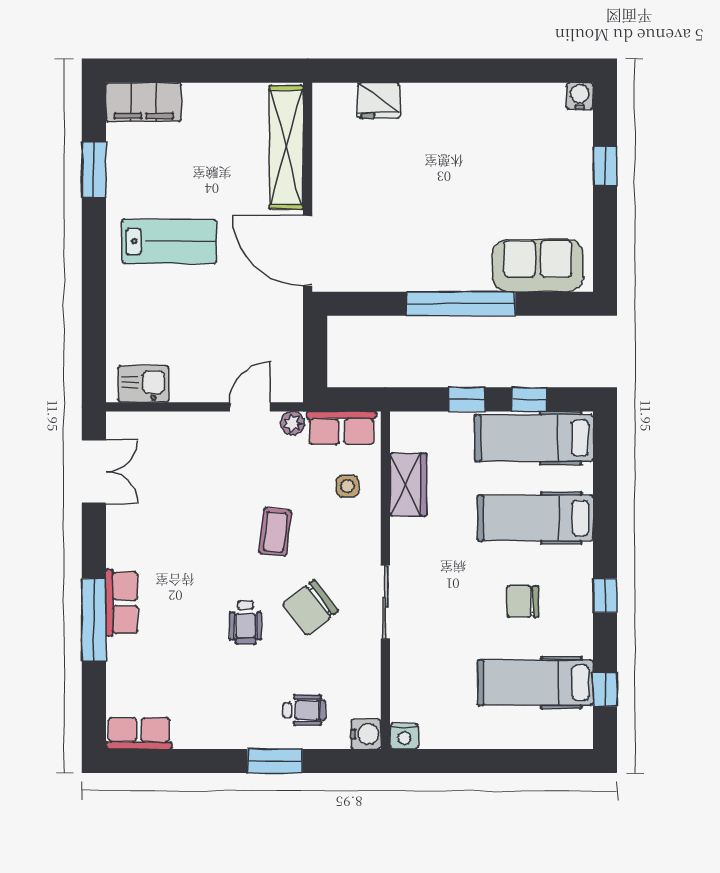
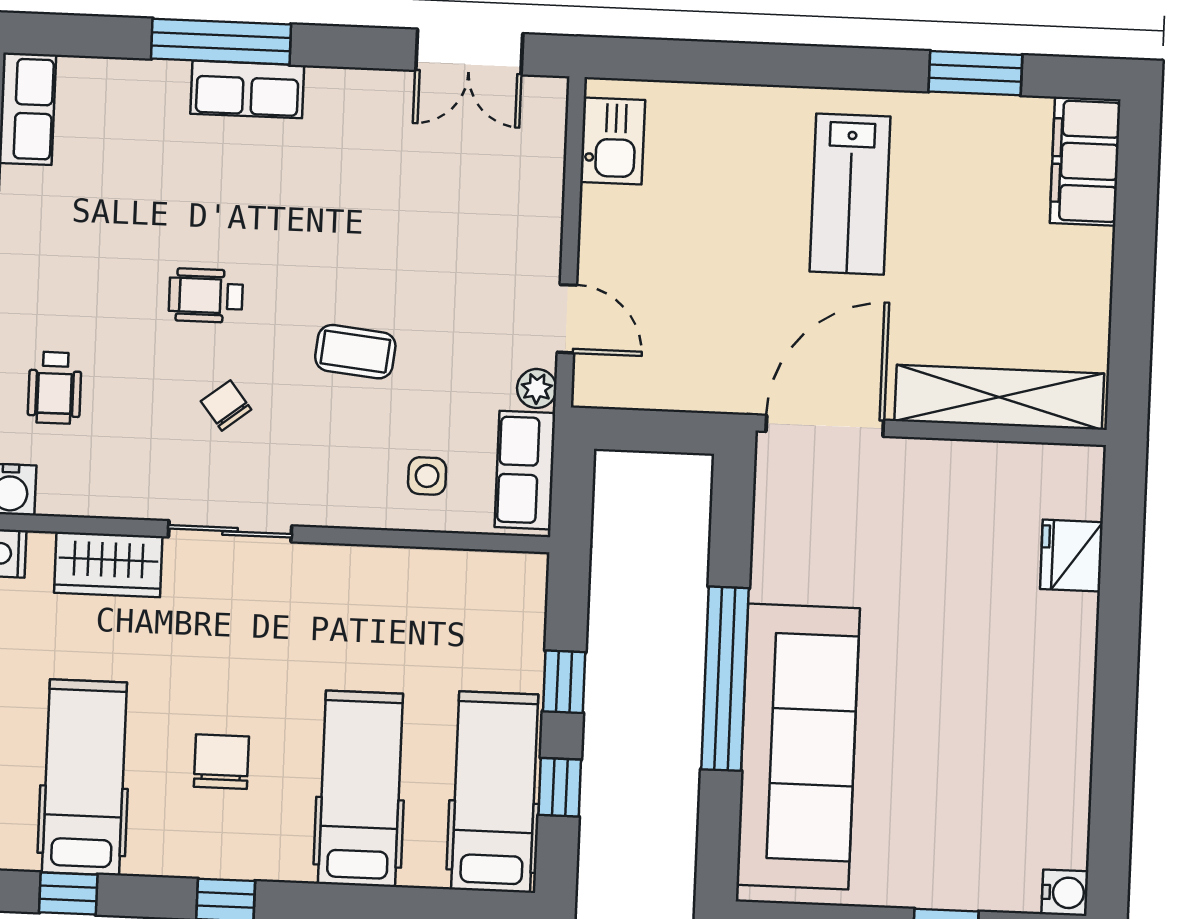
sofa: (538, 266) -> (798, 747), width x1.85, depth x1.27
wardrobe: (408, 485) -> (108, 564), moved
chair: (310, 608) -> (226, 405), width x0.54, depth x0.54

